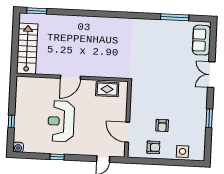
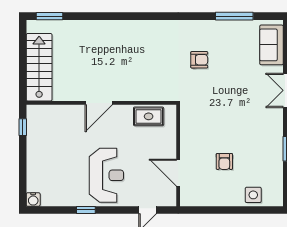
reception desk: (61, 121) -> (106, 175), moved, turned 180
window: (11, 122) -> (23, 127), moved
armchair: (153, 147) -> (199, 60), moved

